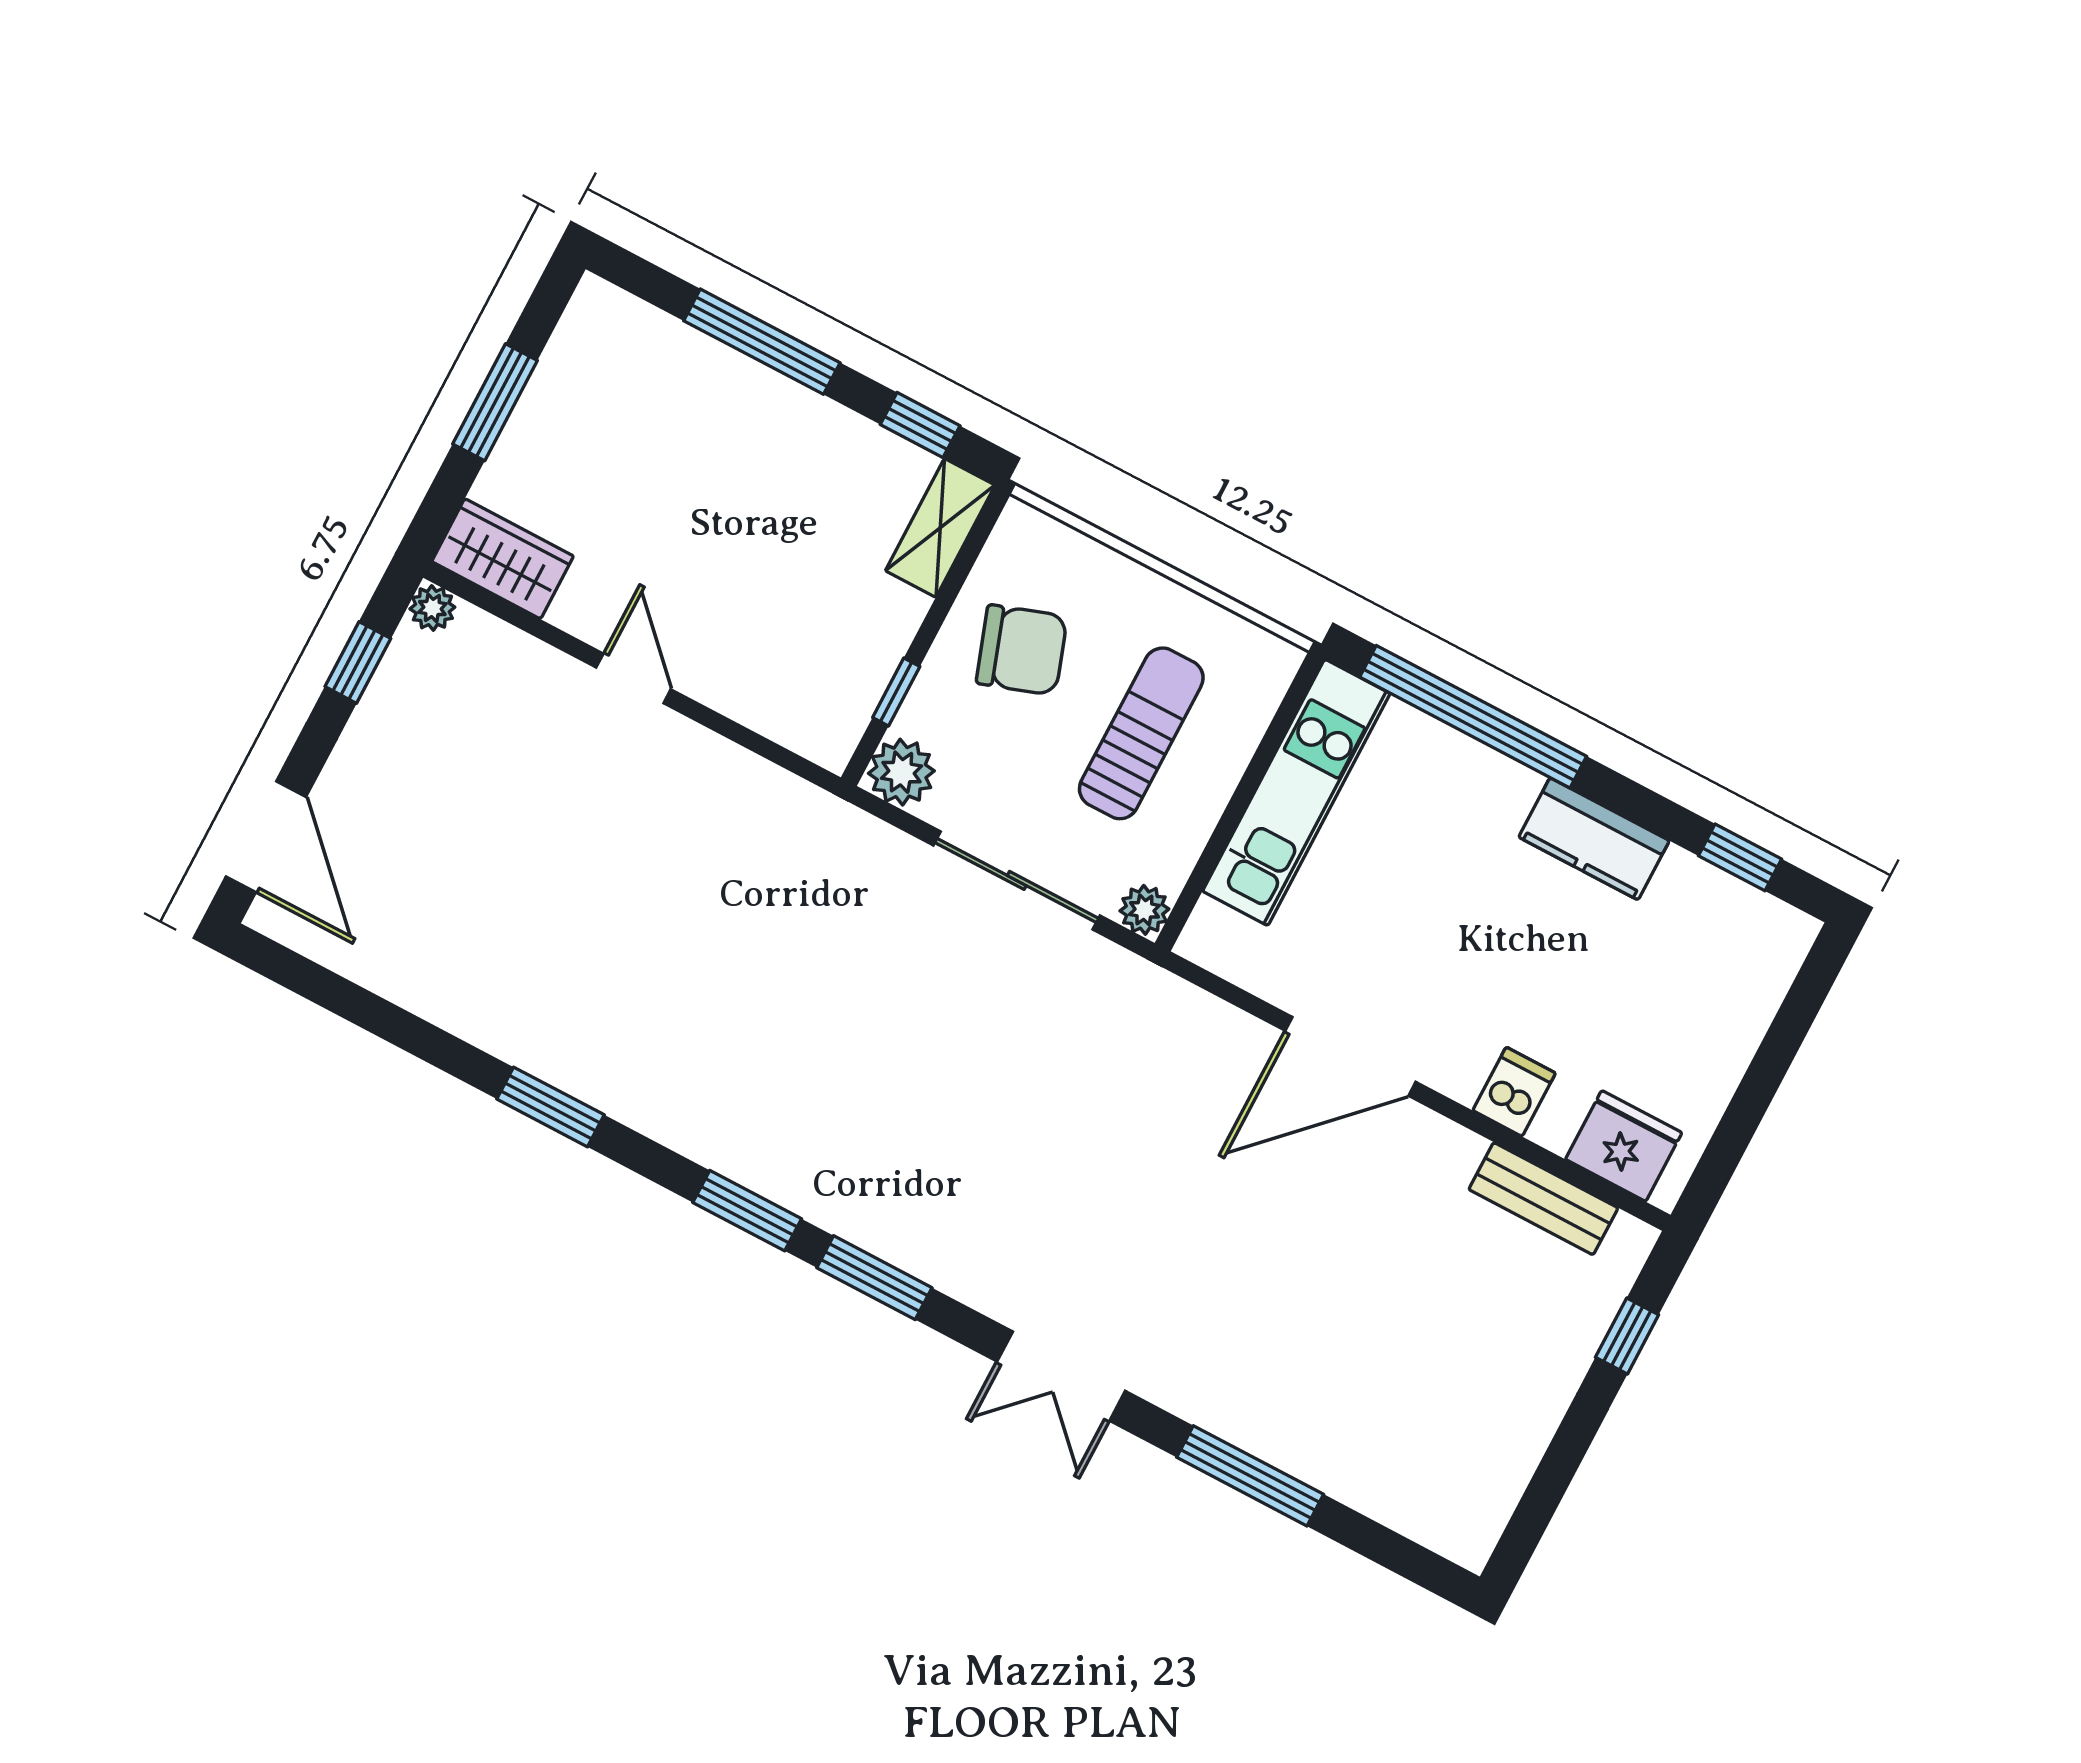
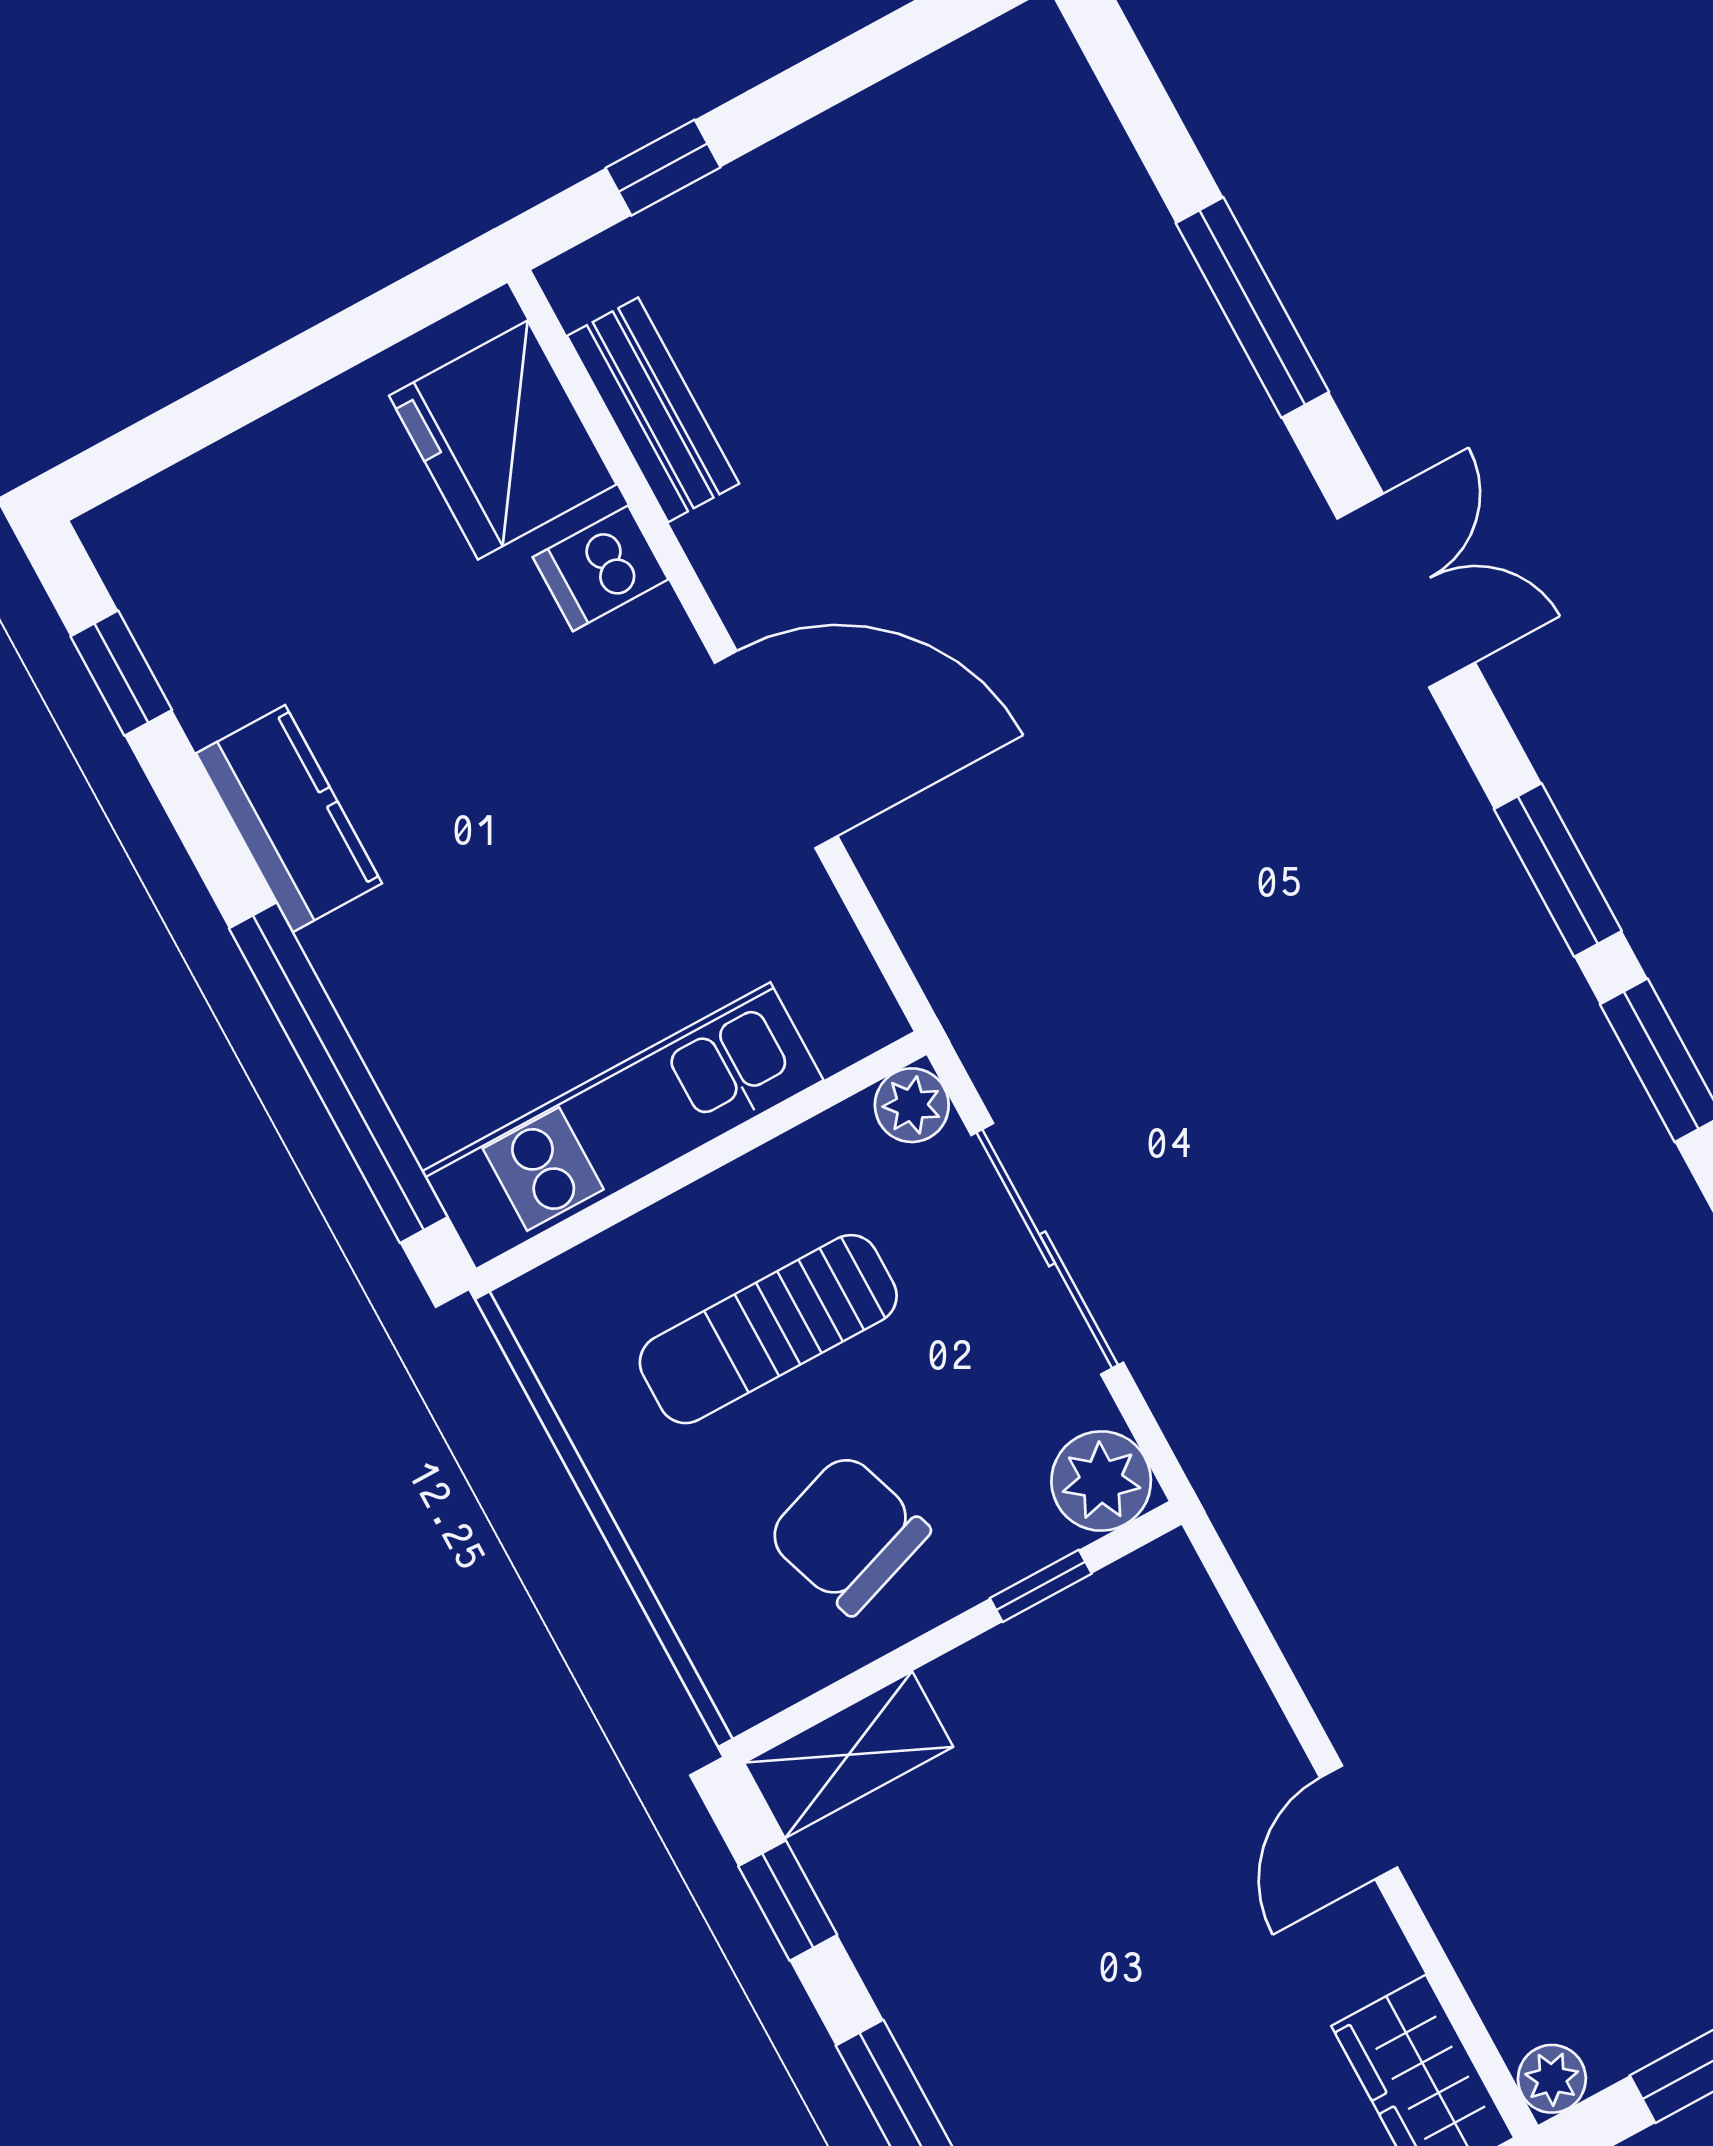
fridge: (1624, 1146) -> (503, 440), width x1.36, depth x1.34

